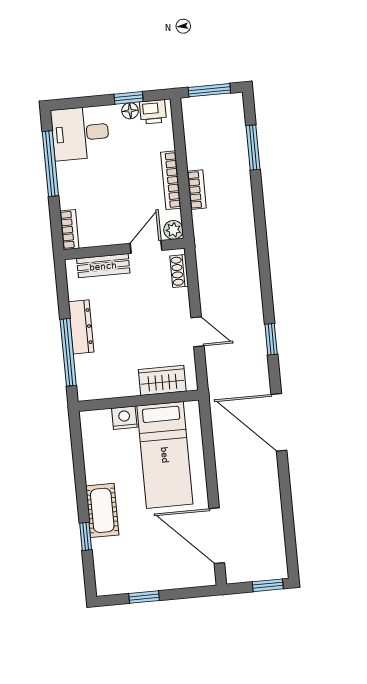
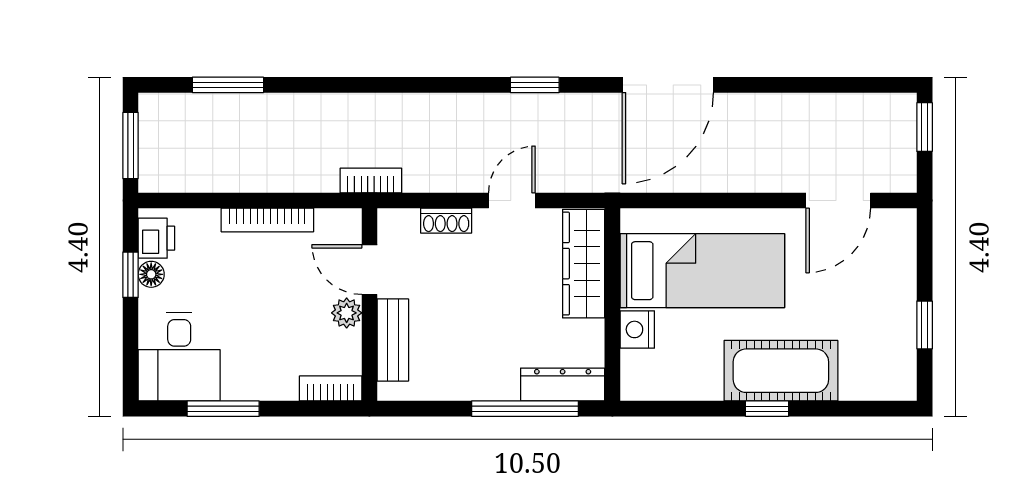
window: (50, 164) -> (223, 409), width x0.69
bookcase: (197, 190) -> (371, 180), moved
plant: (173, 230) -> (347, 313), moved
shoe rack: (179, 271) -> (446, 221), moved
dresser: (81, 327) -> (563, 384), moved
wardrobe: (162, 380) -> (584, 264), width x1.50
cot: (102, 510) -> (781, 371), width x1.37, depth x1.34
window: (86, 536) -> (767, 409), moved
door: (217, 536) -> (838, 200), width x0.73

